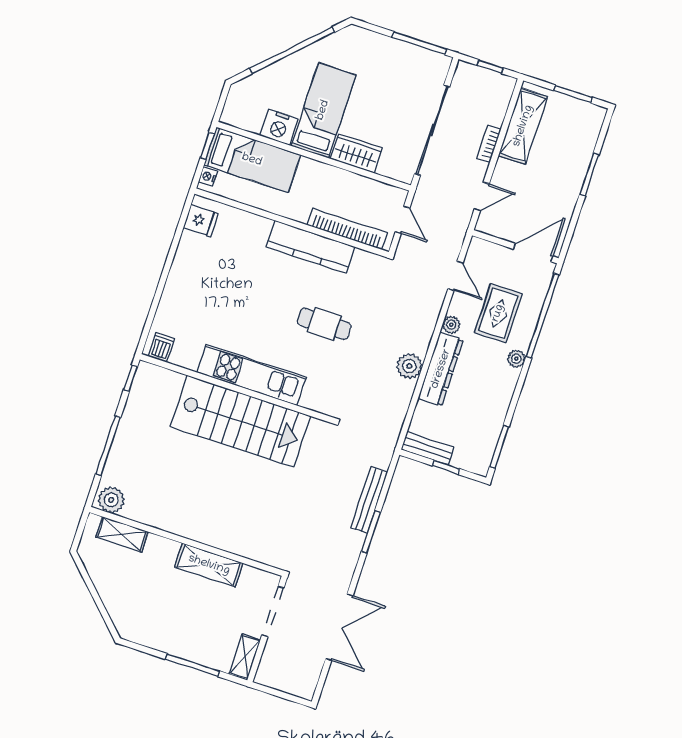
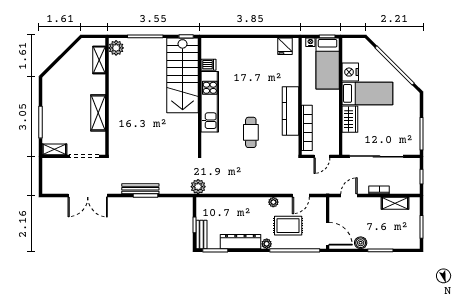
shelving: (523, 126) -> (395, 203), width x0.67, depth x0.75
door: (482, 197) -> (349, 196), swing flipped
boiler: (566, 203) -> (361, 243), added
dishwasher: (161, 347) -> (209, 65), moved
plant: (409, 366) -> (198, 187), moved
dresser: (441, 369) -> (240, 242), moved, turned 180
stairs: (240, 421) -> (183, 75), moved
bench: (427, 448) -> (201, 235), moved
bench: (369, 500) -> (140, 189), moved

